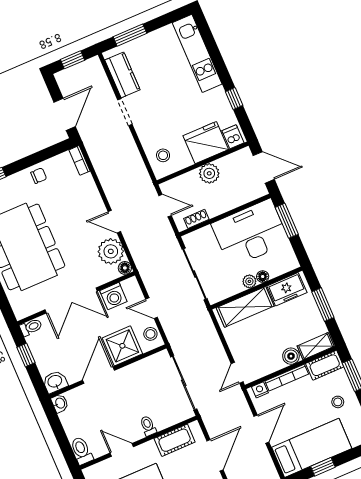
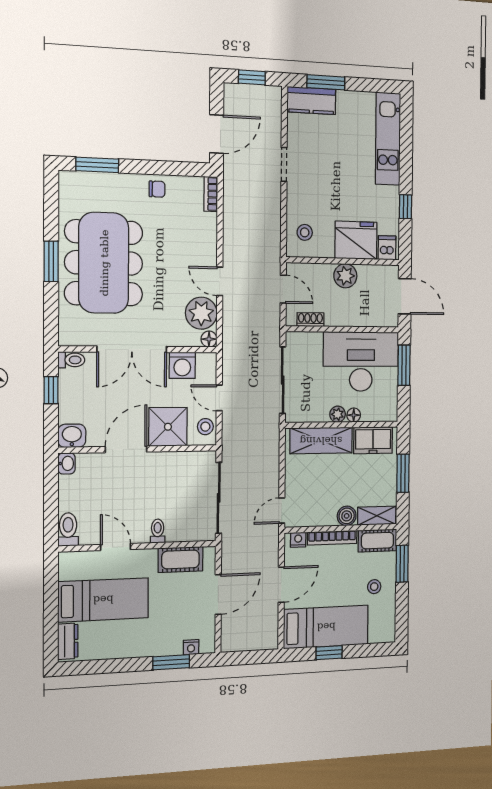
kitchen counter: (122, 75) -> (311, 101), moved, turned 90

